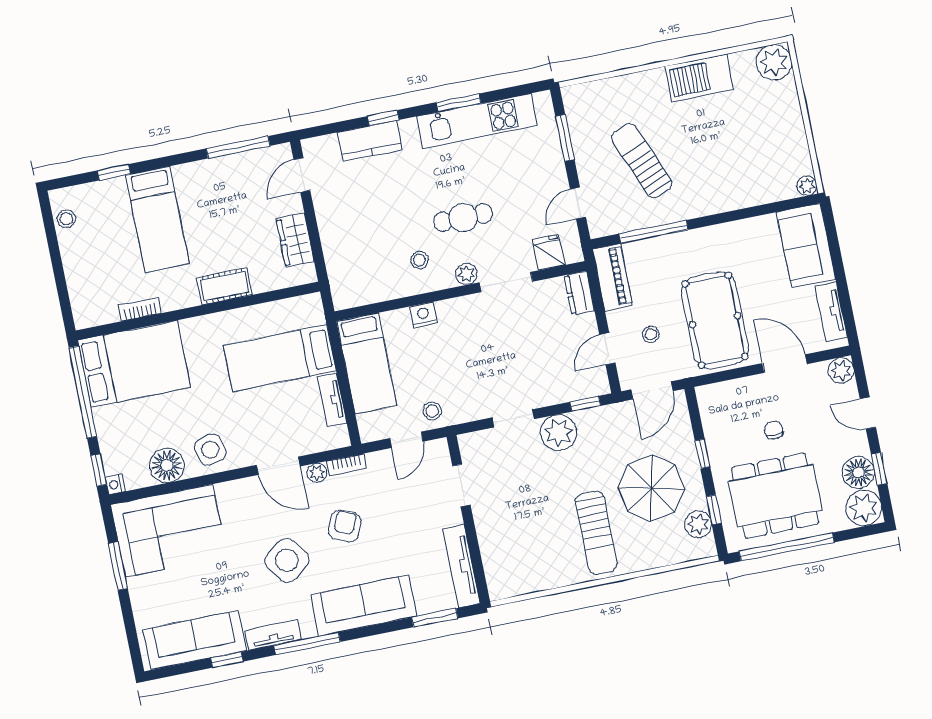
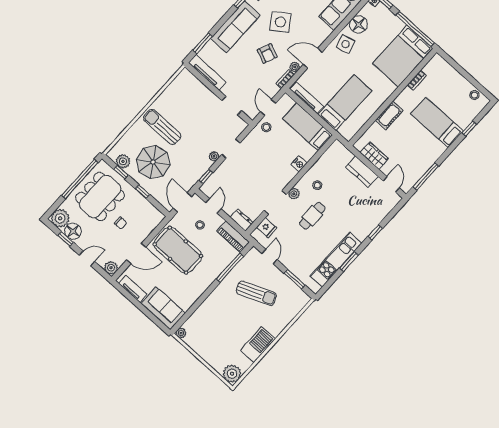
kitchen counter: (370, 141) -> (362, 172), moved, turned -90
tv unit: (332, 400) -> (307, 98), width x1.41
plant: (559, 433) -> (214, 156), width x0.53, depth x0.53

